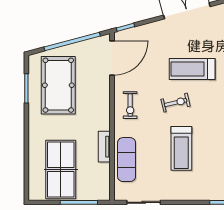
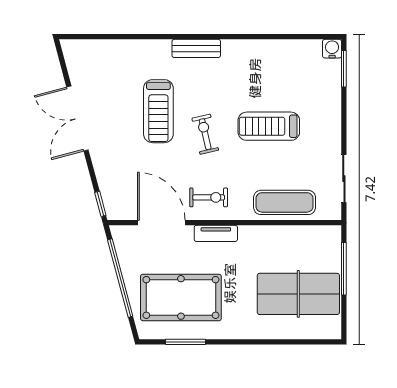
door: (112, 58) -> (161, 223), moved
tv unit: (104, 147) -> (216, 233), moved
treadmill: (181, 148) -> (269, 126), turned 180

